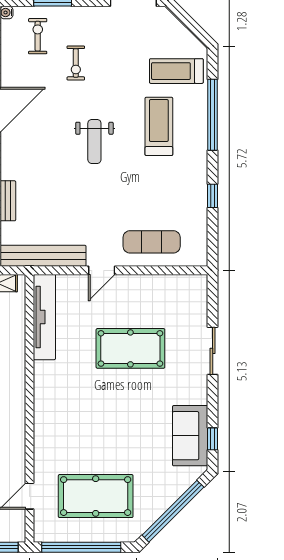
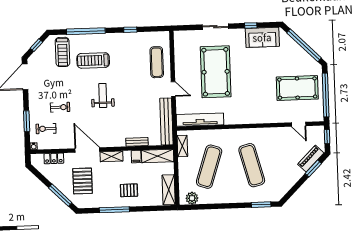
window: (190, 24) -> (36, 45), added
weight bench: (94, 141) -> (103, 96), turned -90
pool table: (130, 348) -> (216, 72), width x1.36, depth x1.32
window: (213, 439) -> (251, 25), moved
pool table: (96, 496) -> (297, 88), turned 90

